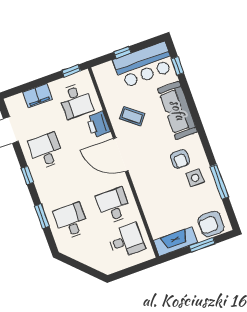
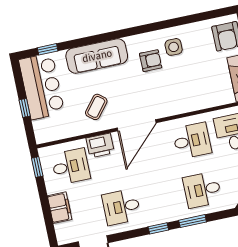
window: (27, 175) -> (158, 228), moved
window: (219, 182) -> (182, 21), removed
desk: (114, 206) -> (192, 141), turned 180

